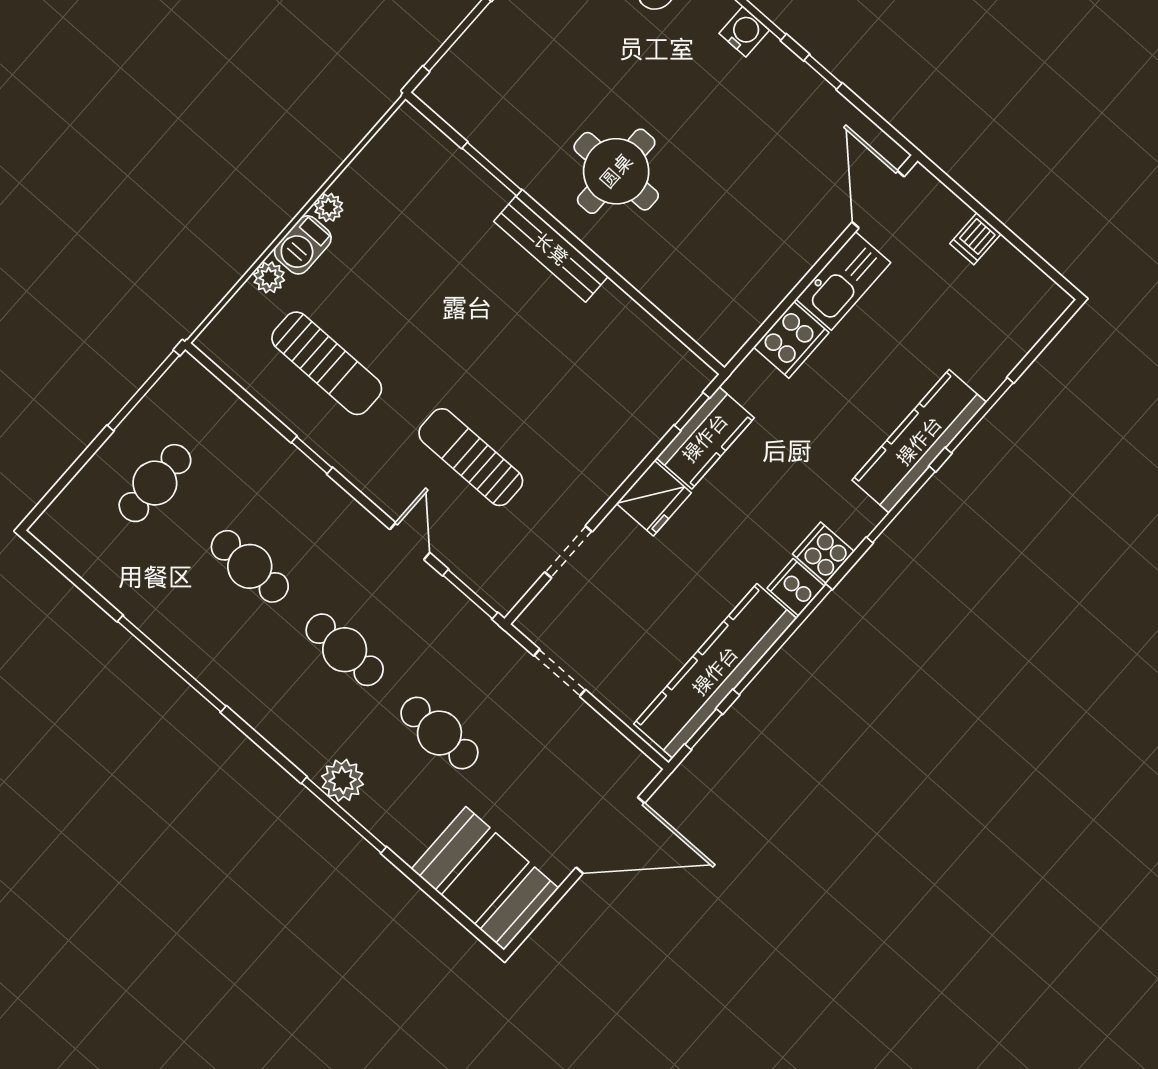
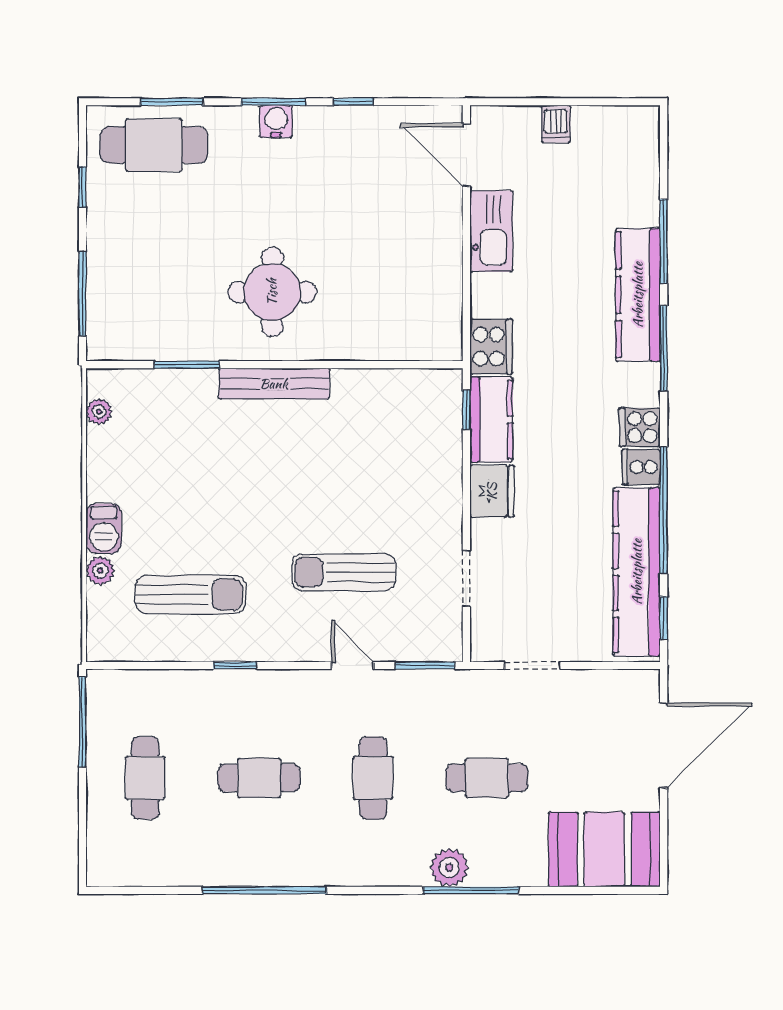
plant: (329, 207) -> (99, 412), moved
cooker: (791, 340) -> (491, 347), moved
cafe table: (345, 650) -> (373, 778), turned 90

